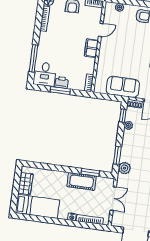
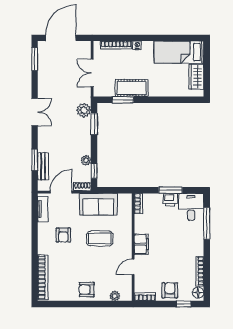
coffee table: (126, 58) -> (100, 238), added

